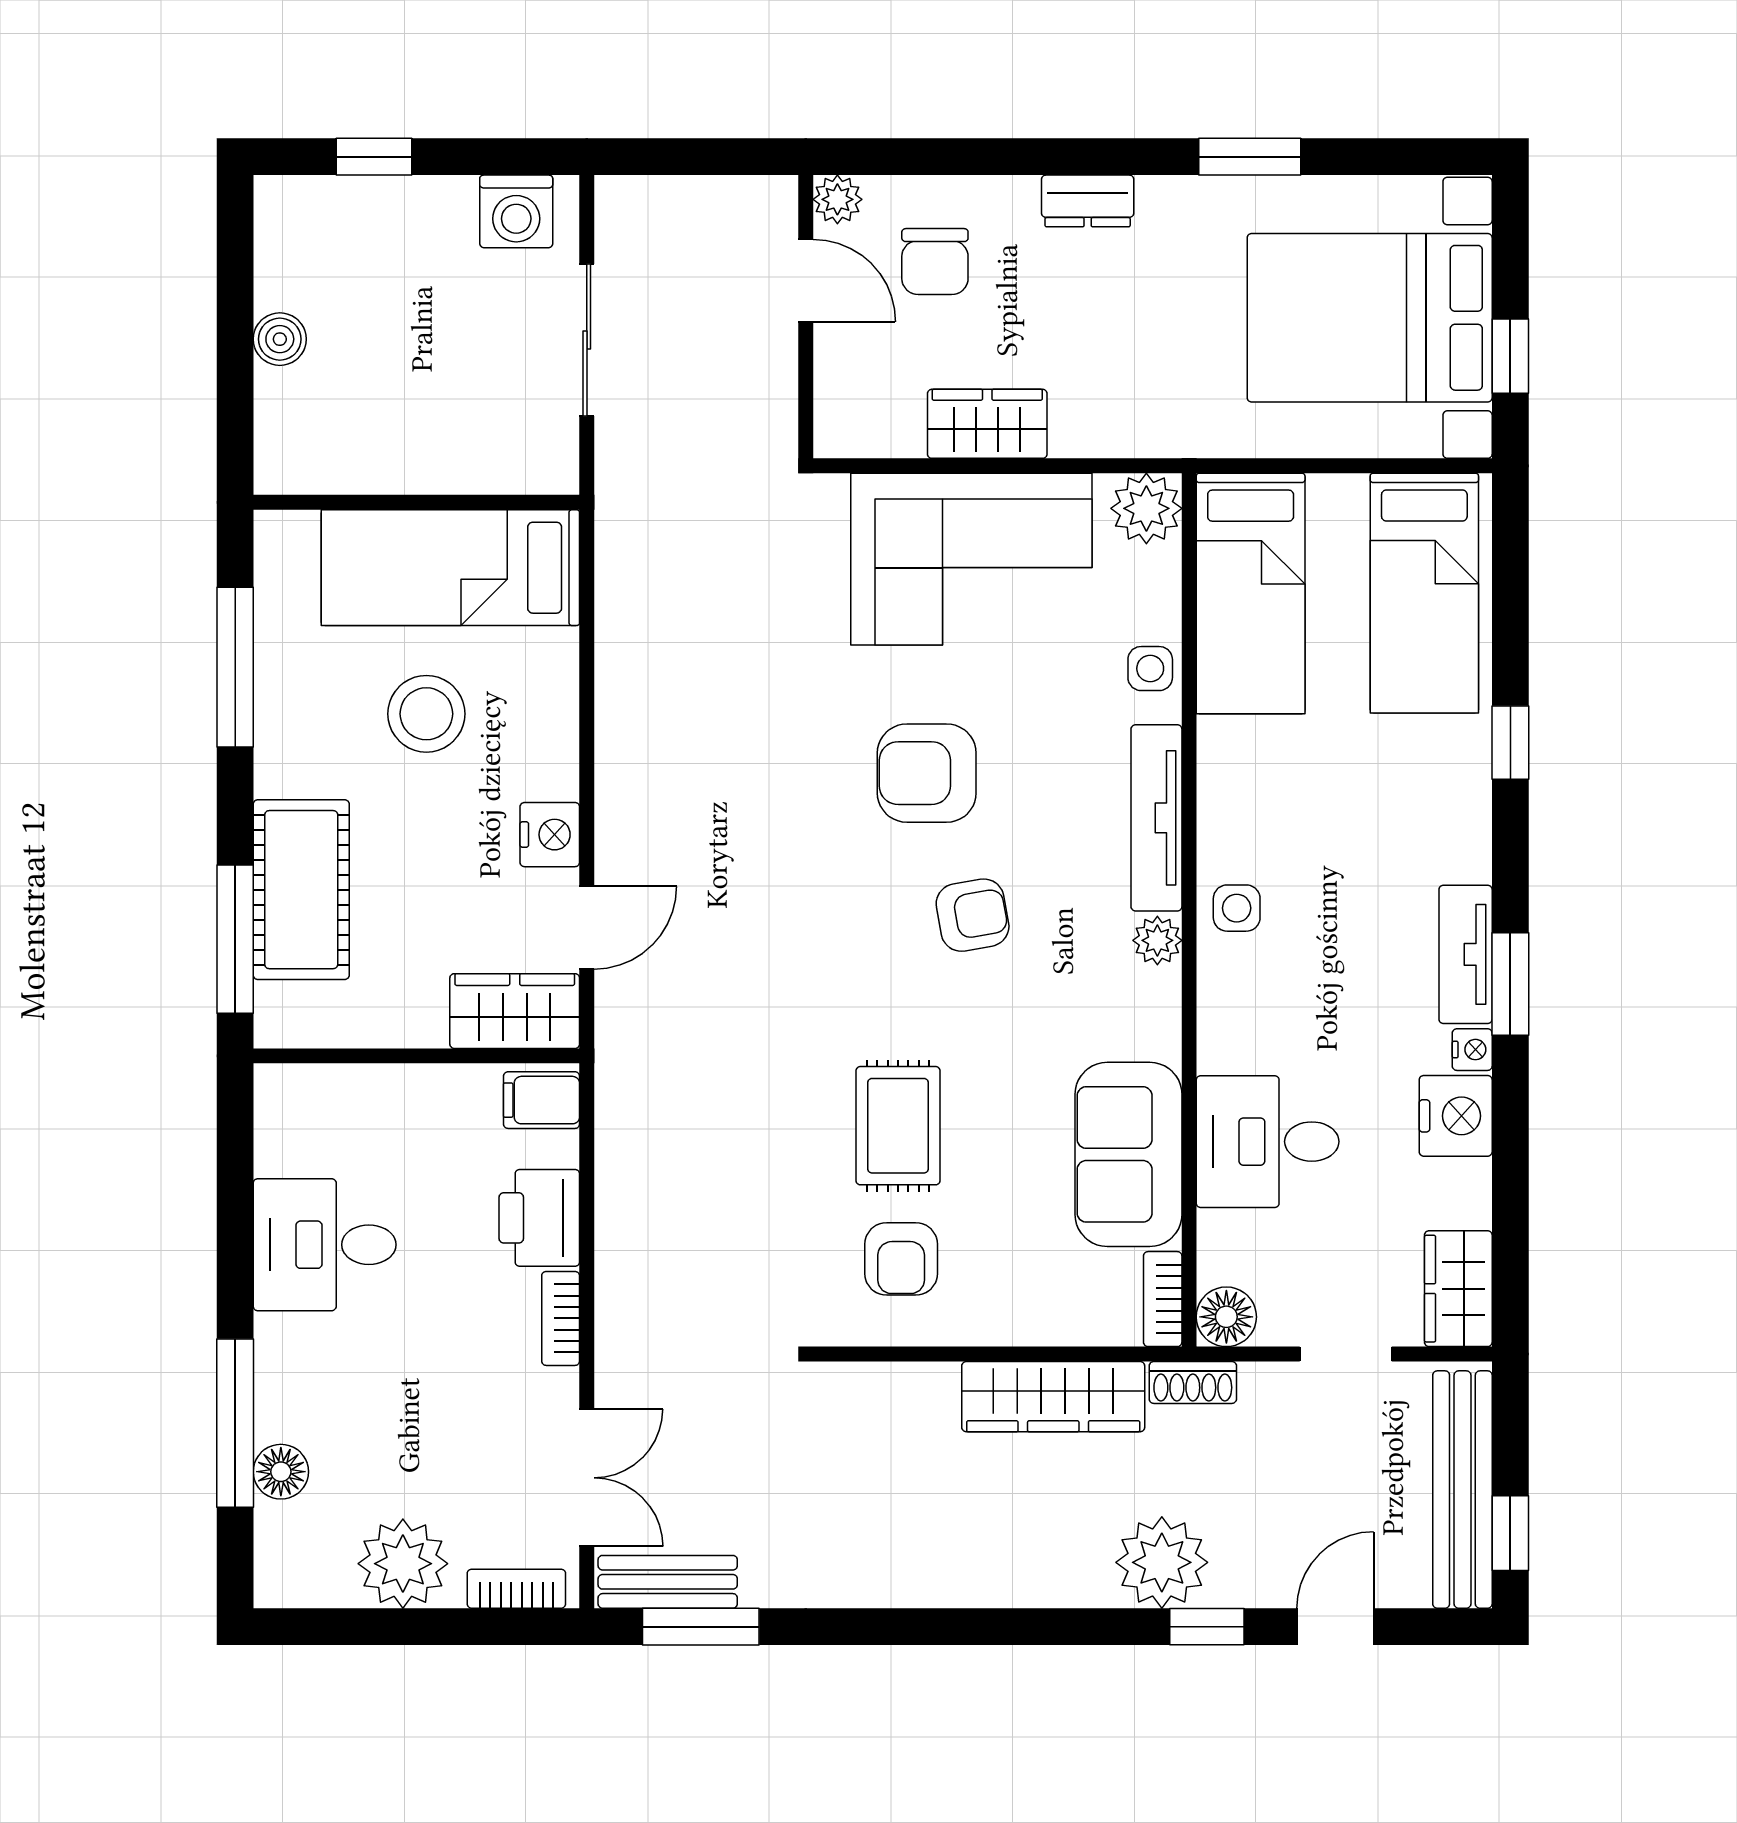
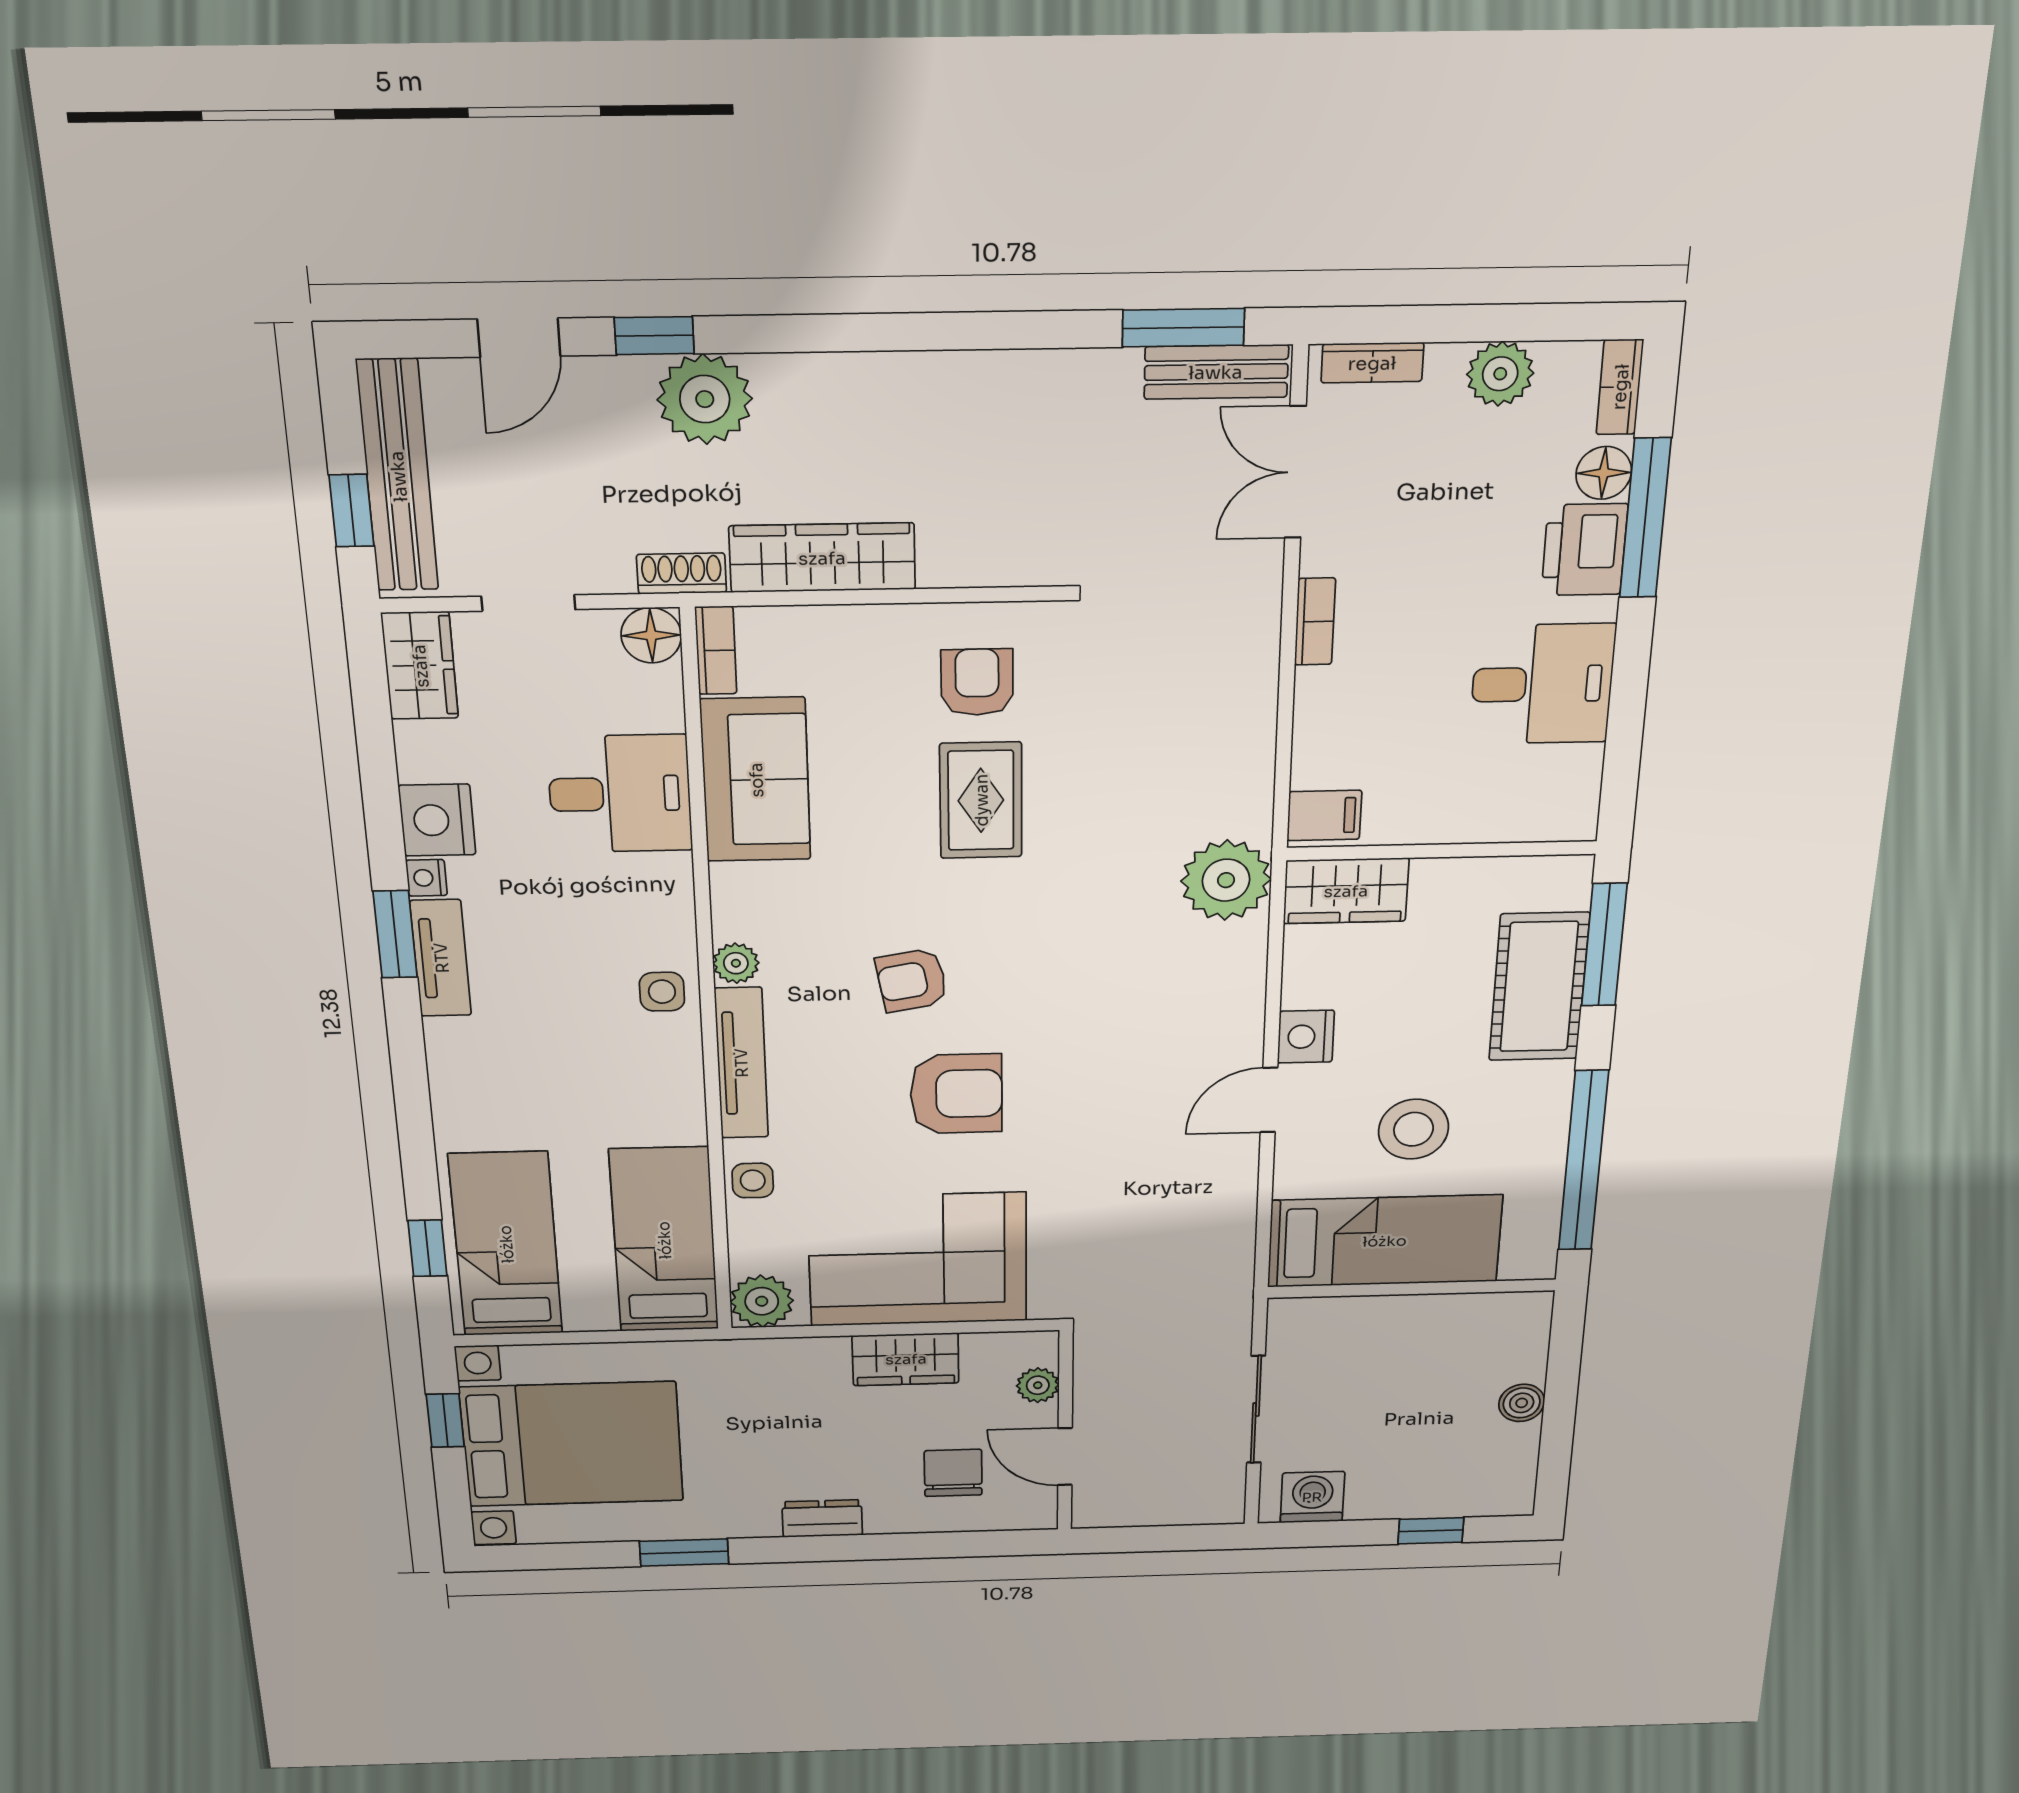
plant: (837, 199) -> (1038, 1385), moved
window: (235, 667) -> (1583, 1161), width x1.46
window: (1510, 743) -> (427, 1248), moved
door: (587, 928) -> (1269, 1100), moved
plant: (642, 1027) -> (1226, 880), added
printer: (539, 1218) -> (1584, 550), moved, turned 180
window: (1510, 1533) -> (351, 511), moved
bookcase: (273, 1560) -> (1620, 387), added
plant: (403, 1564) -> (1500, 374), width x0.73, depth x0.73

